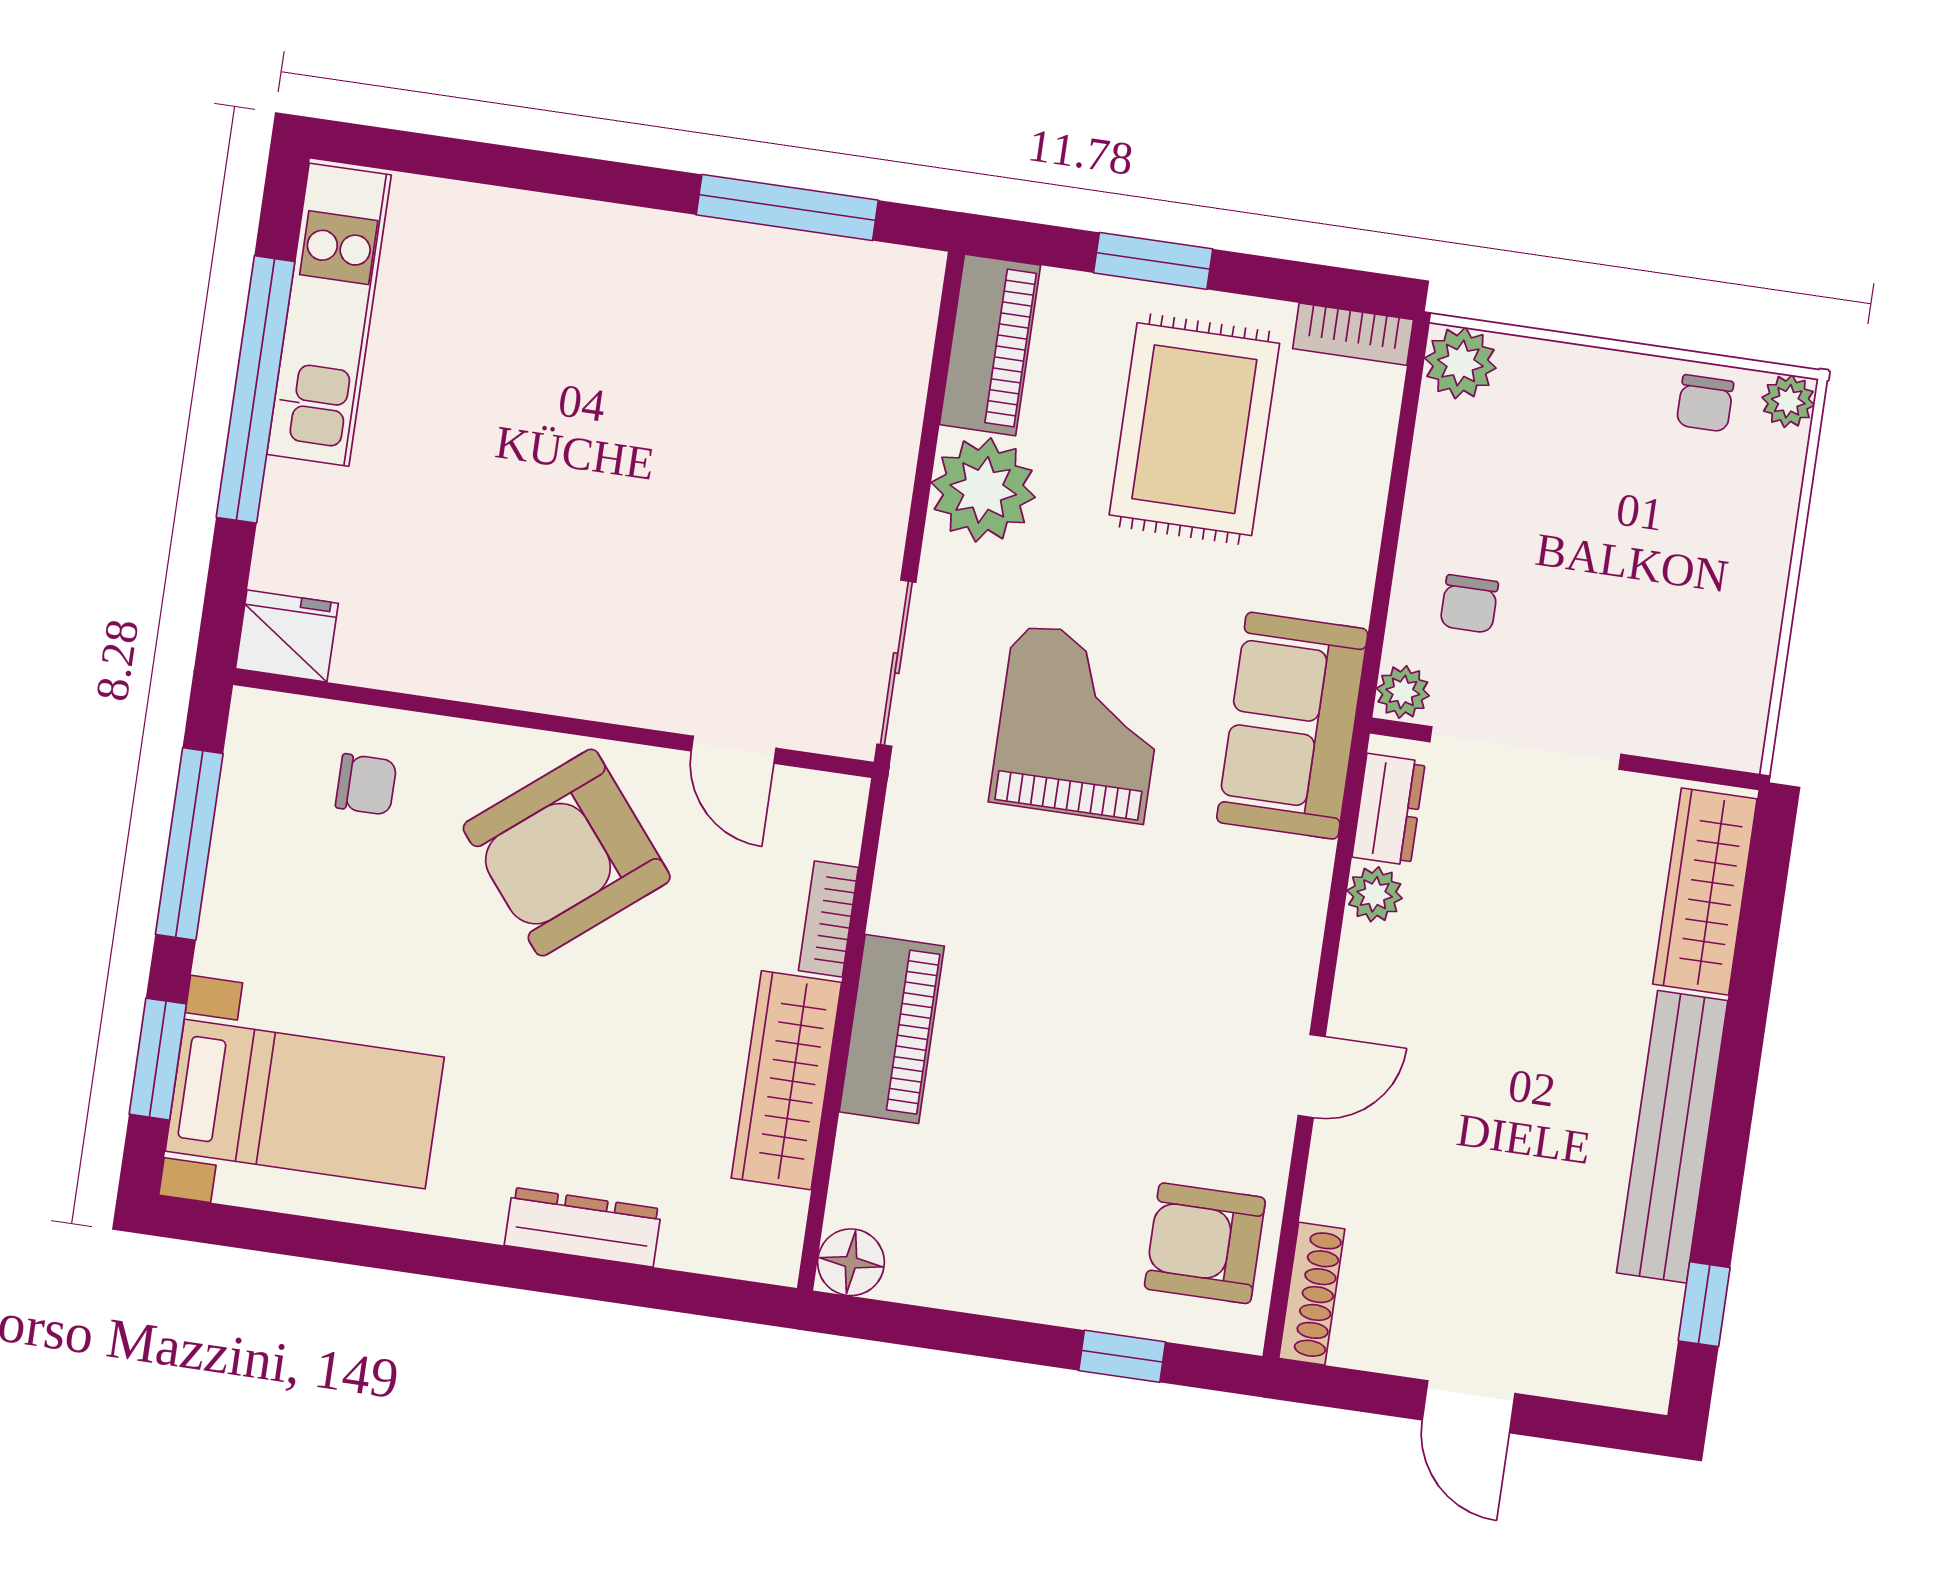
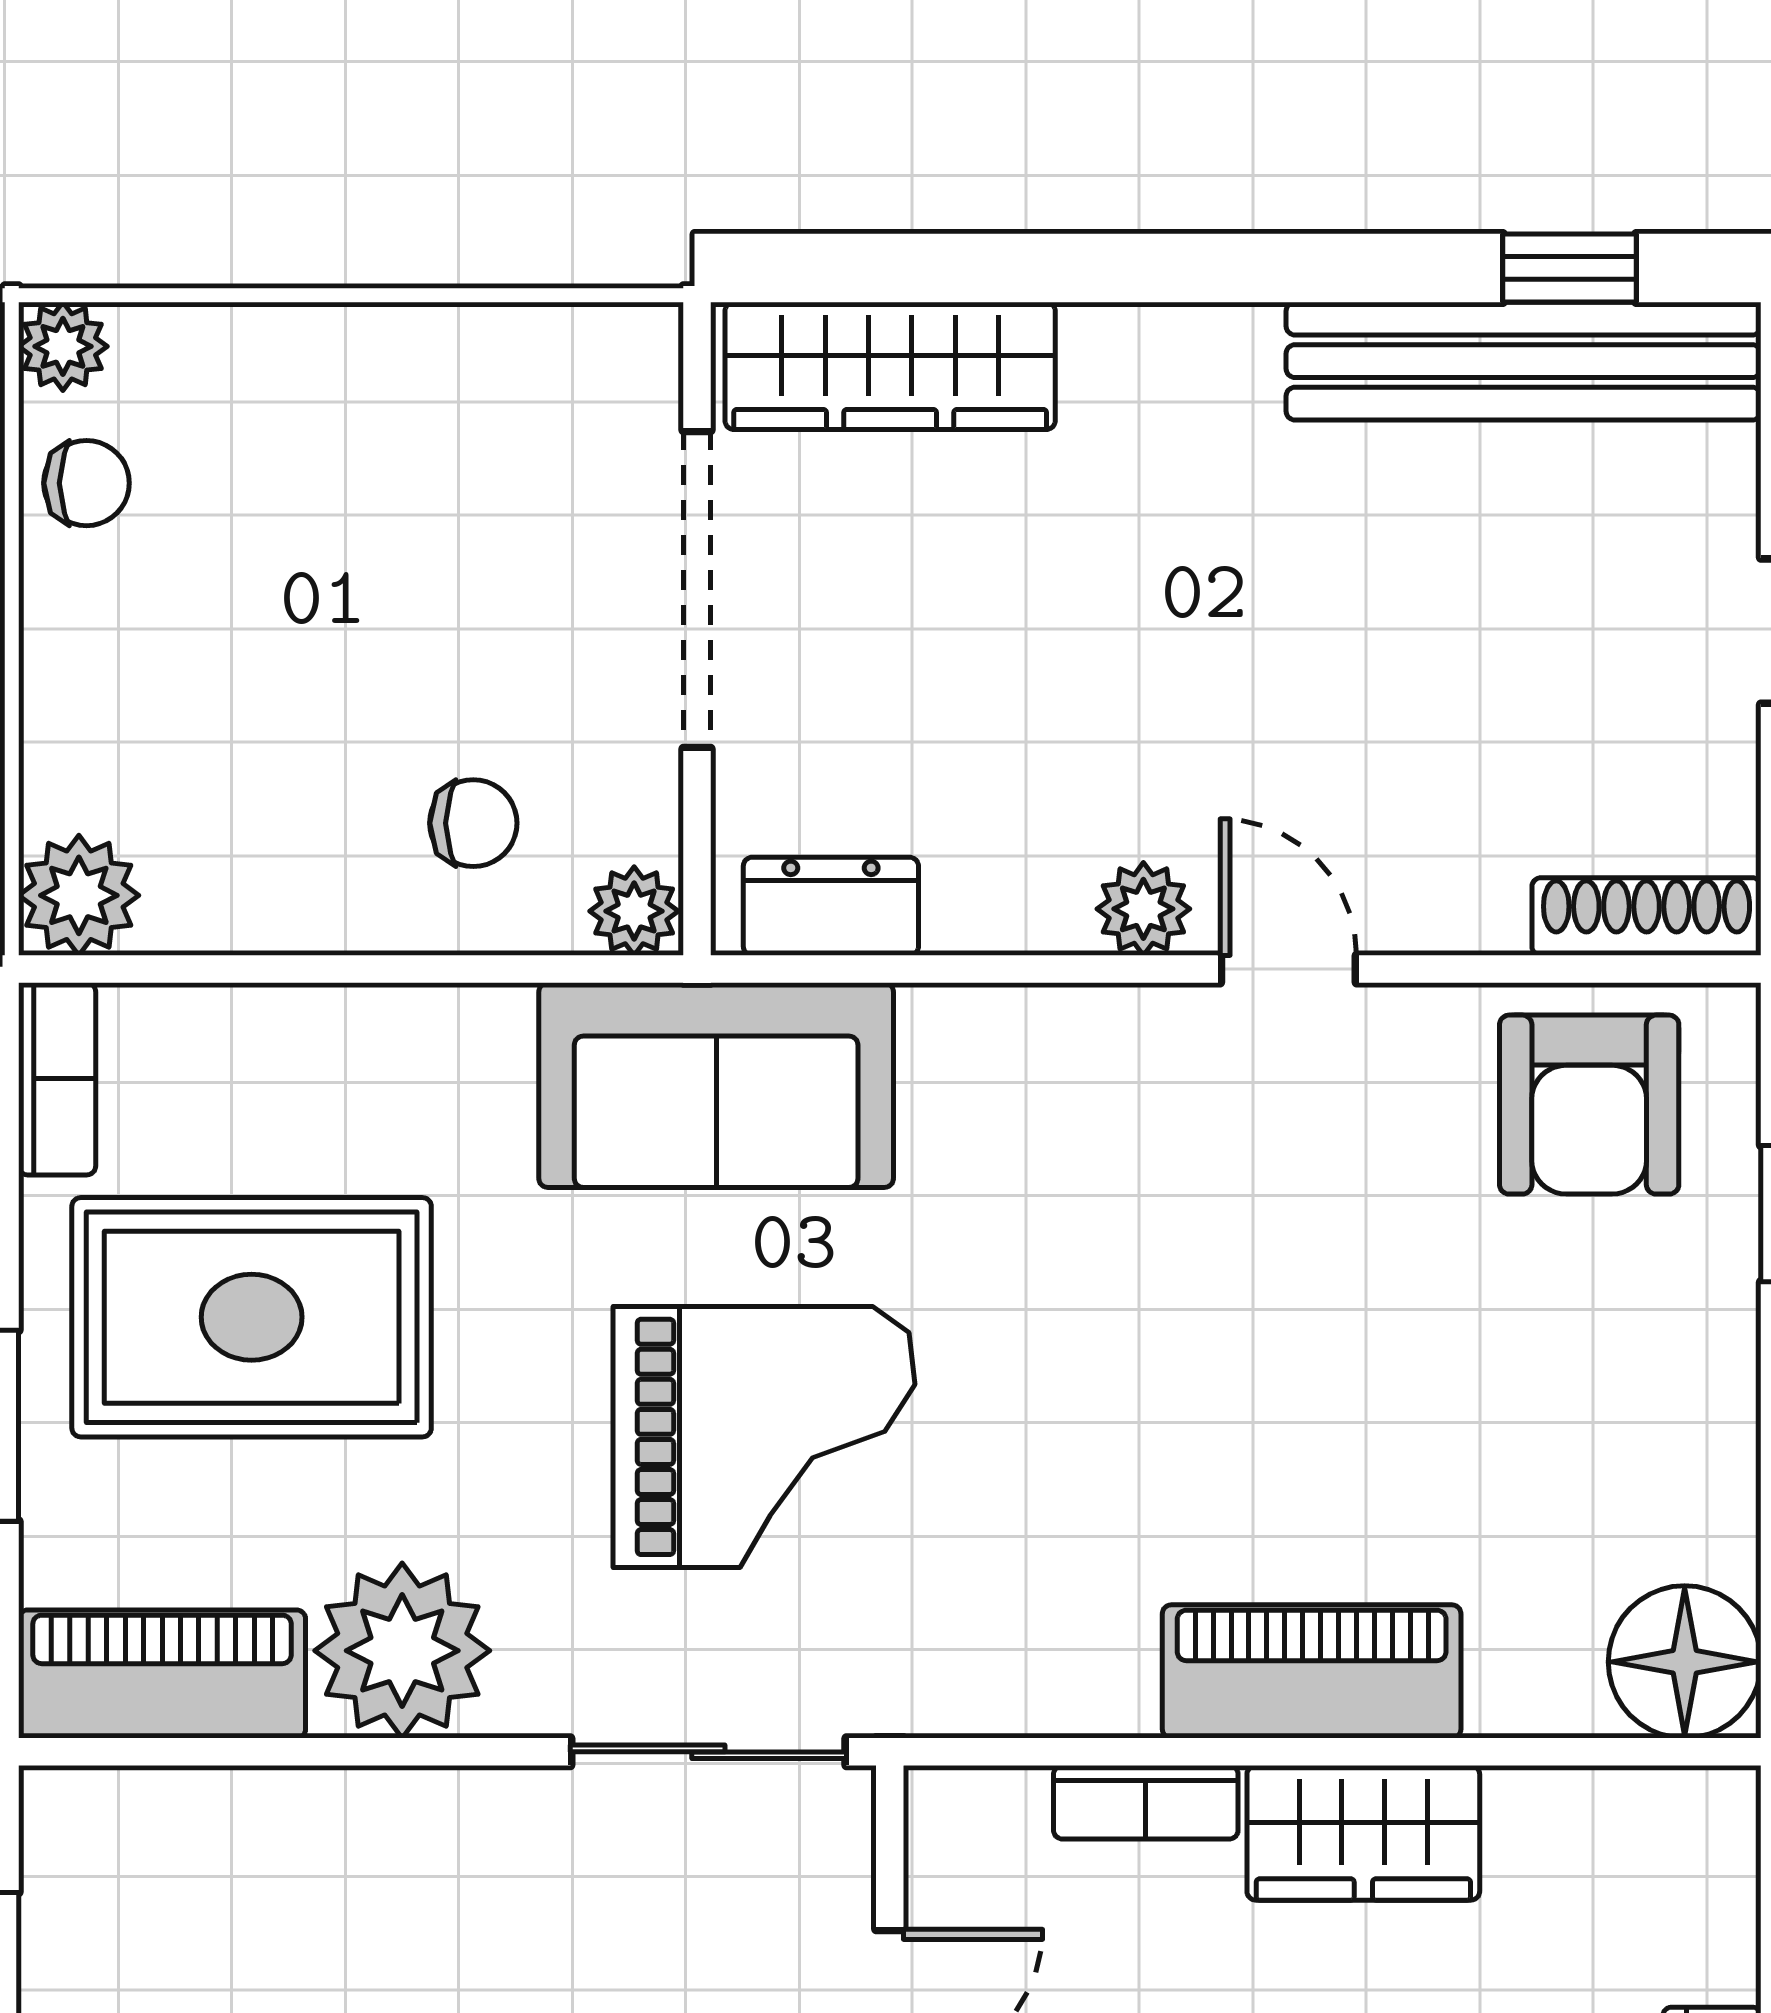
grand piano: (1079, 724) -> (764, 1437), turned 180
doorway: (1525, 748) -> (697, 590), moved
plant: (1375, 894) -> (1143, 909), moved
wardrobe: (786, 1080) -> (1363, 1833), width x0.67
bench: (1672, 1137) -> (1524, 361), moved
floor lamp: (851, 1262) -> (1685, 1662), width x1.38, depth x1.38

